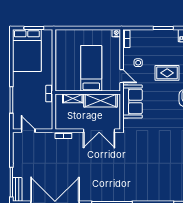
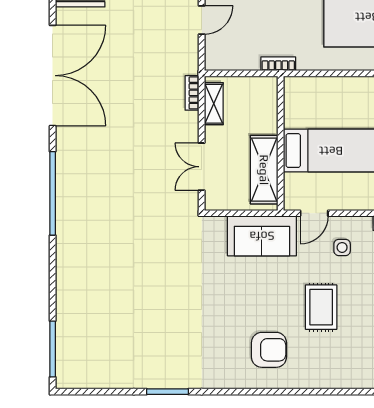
shelving: (73, 98) -> (214, 104), moved
double door: (99, 131) -> (202, 167), width x0.73

